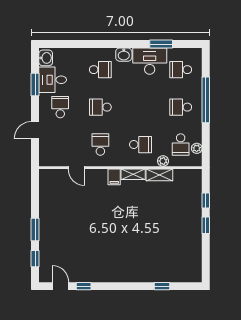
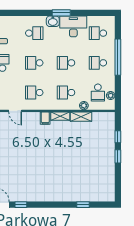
window: (161, 44) -> (61, 13), moved
school desk: (140, 107) -> (66, 63), added
school desk: (100, 145) -> (34, 93), turned -90
school desk: (140, 145) -> (66, 93), turned 180

